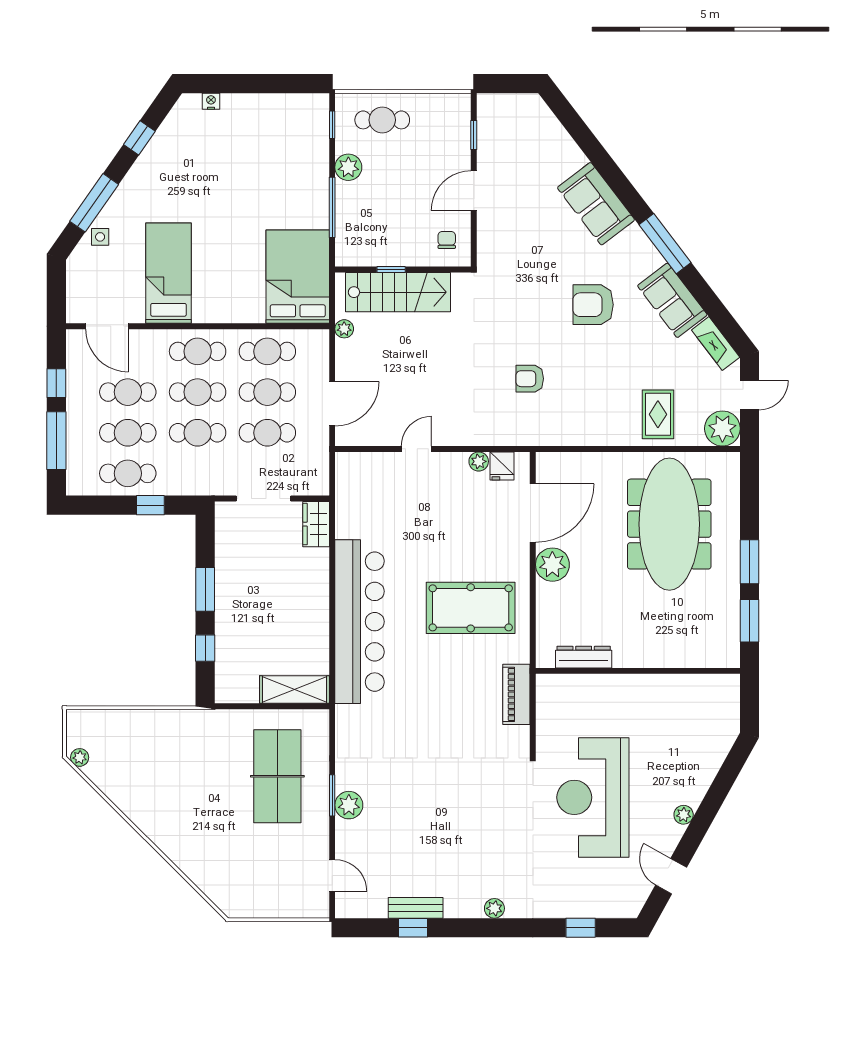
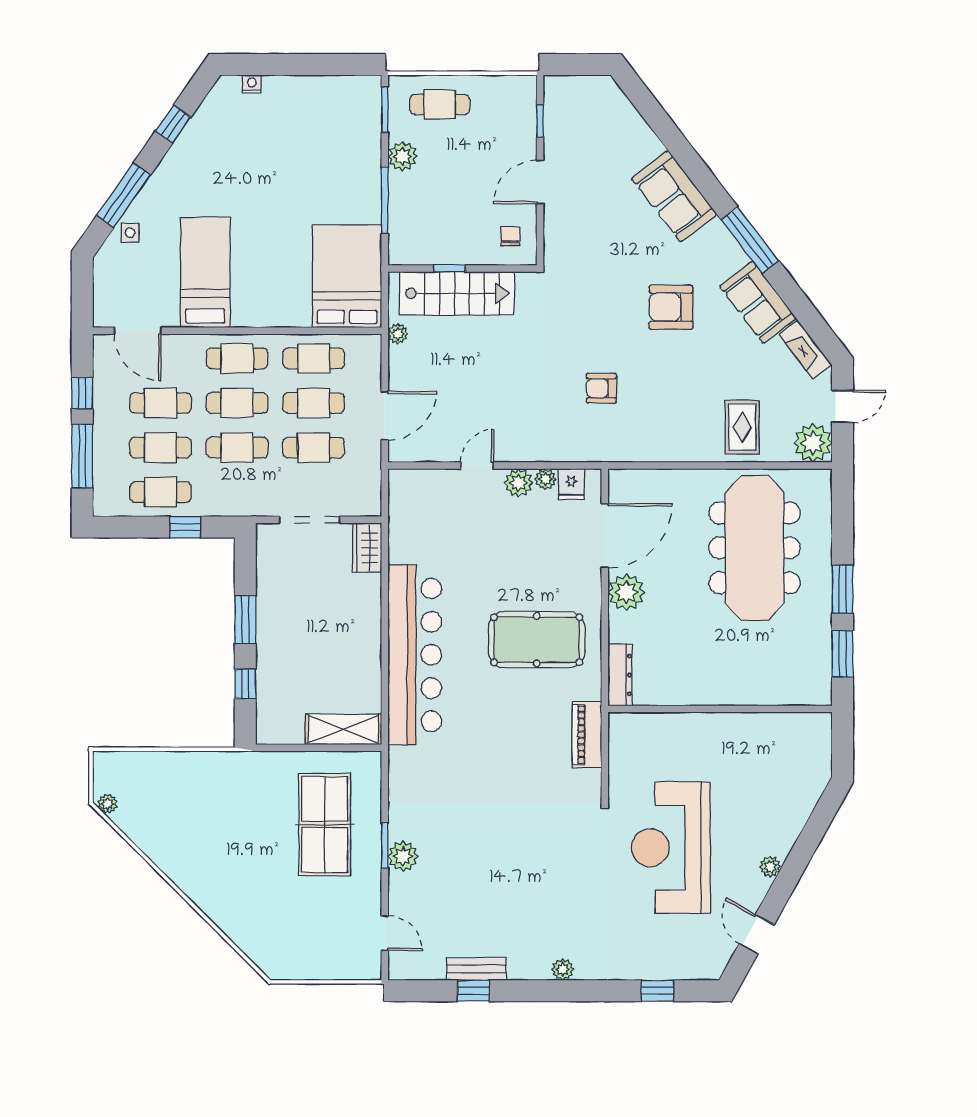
window: (332, 125) -> (385, 110), width x1.50
plant: (454, 465) -> (519, 483), added
dresser: (584, 657) -> (620, 675), moved, turned 90

